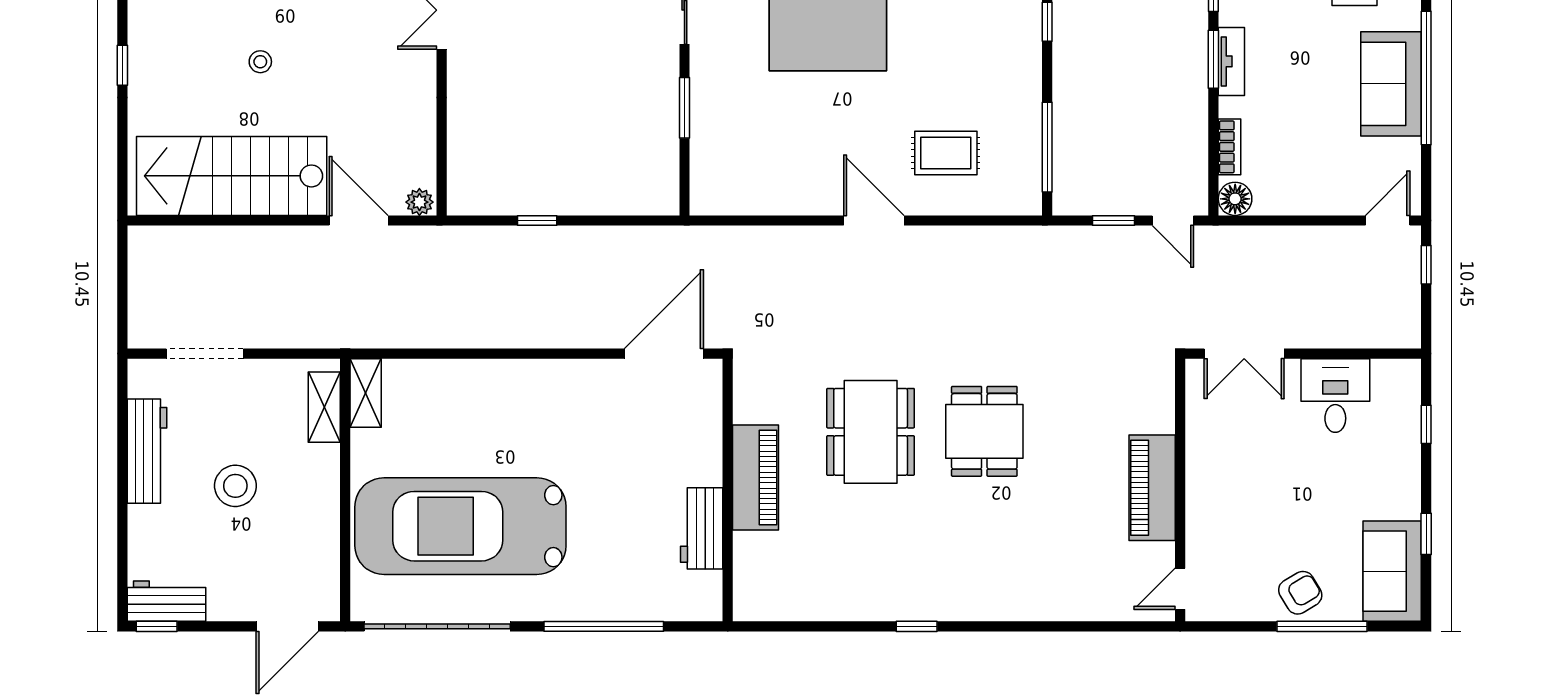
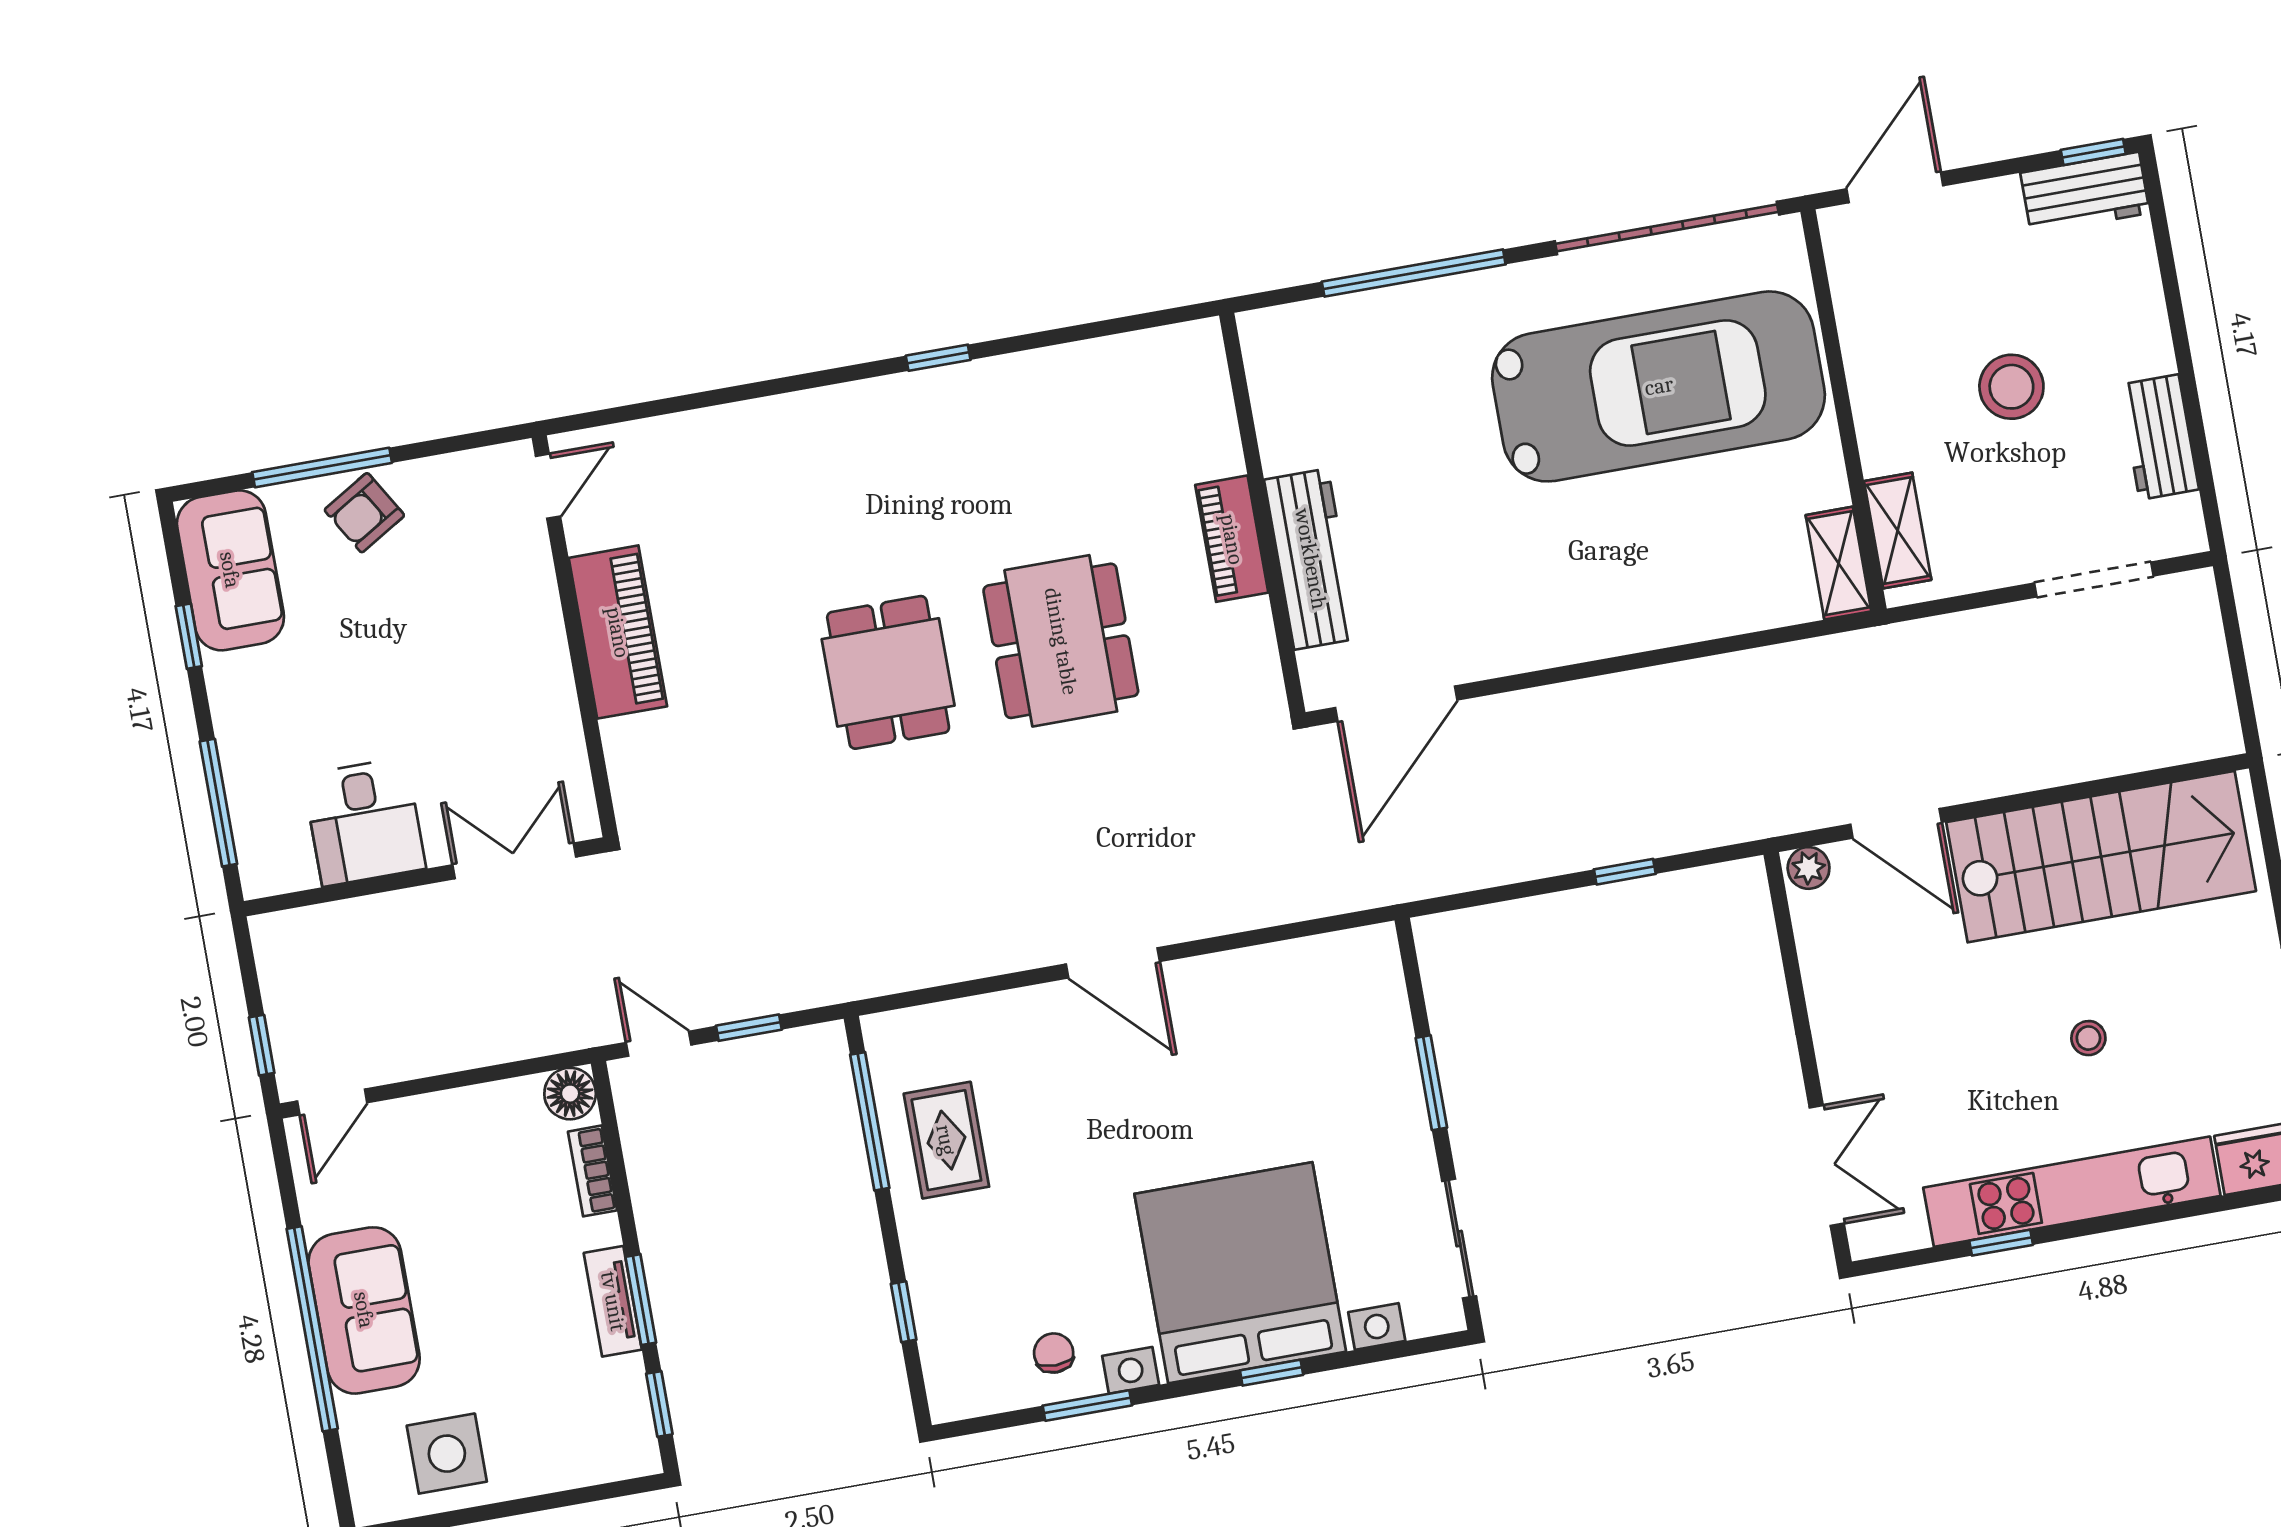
rug: (946, 153) -> (946, 1140), moved, turned 90
window: (1426, 424) -> (218, 803), width x2.17
workbench: (147, 451) -> (2159, 437), width x0.73
piano: (756, 478) -> (1232, 539), width x0.73, depth x0.75
workbench: (702, 528) -> (1311, 559), moved, width x1.38

